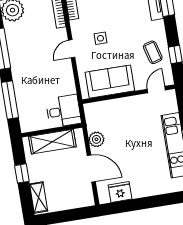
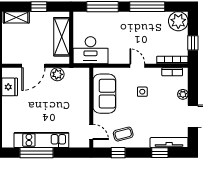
desk: (63, 111) -> (90, 50), width x1.37

